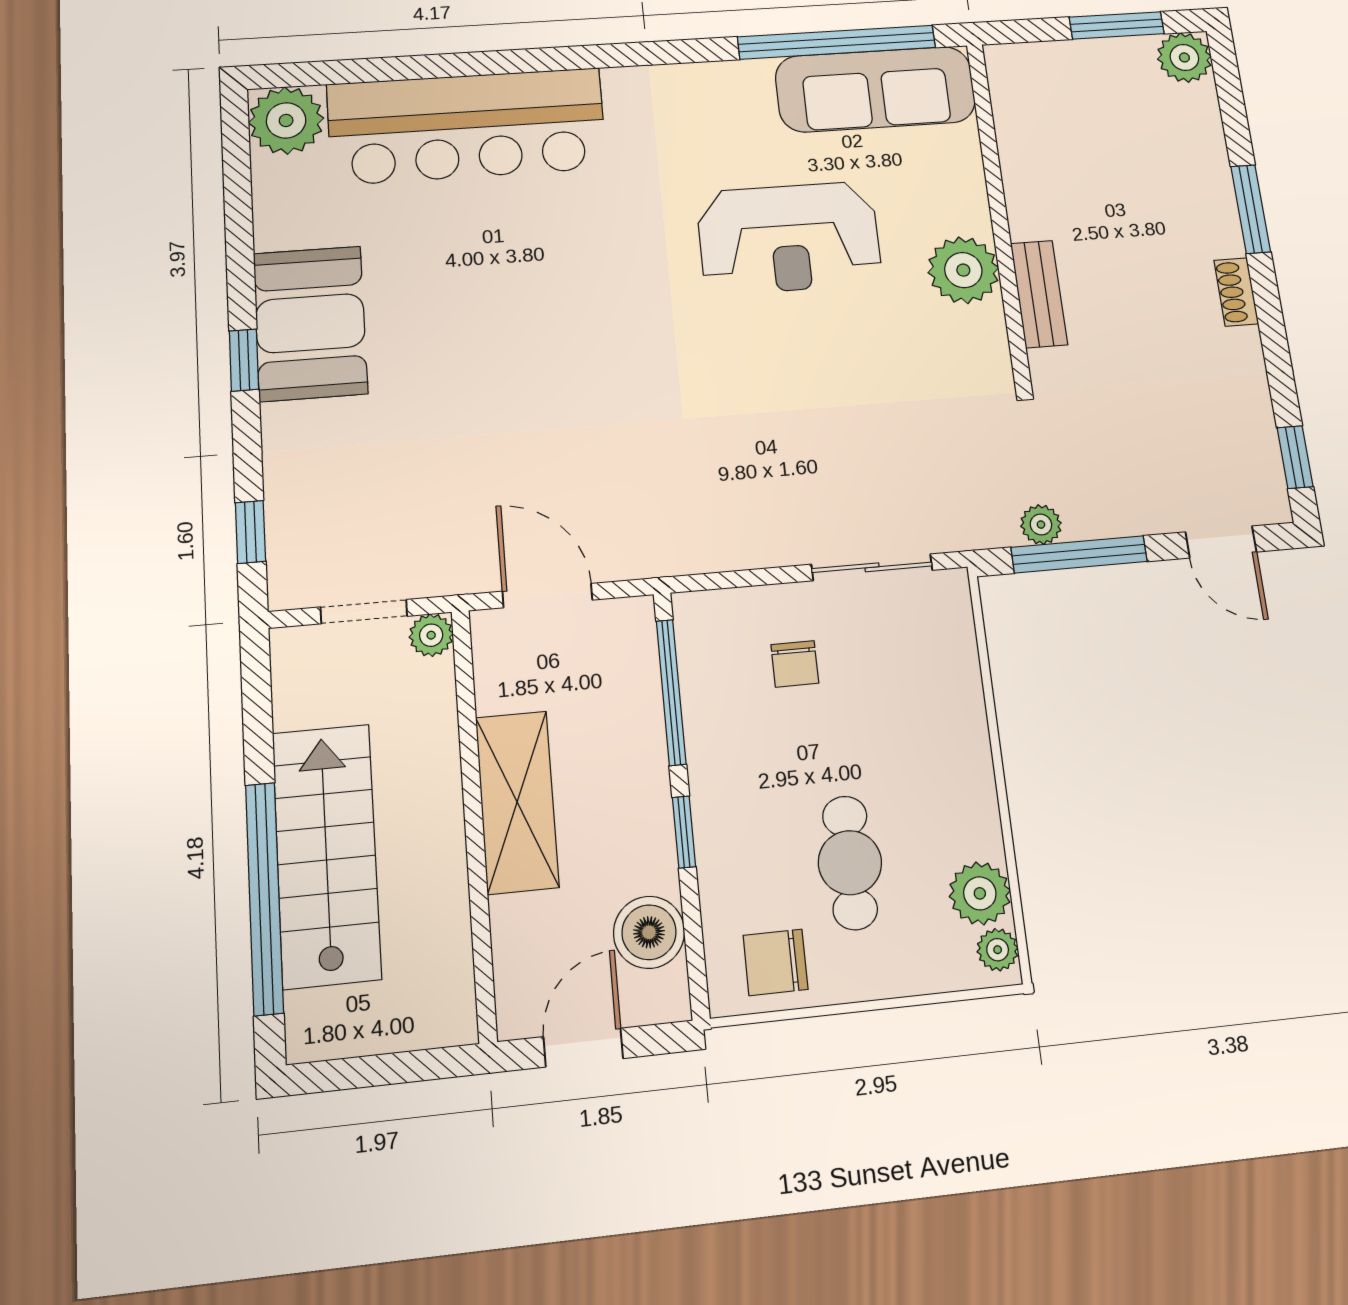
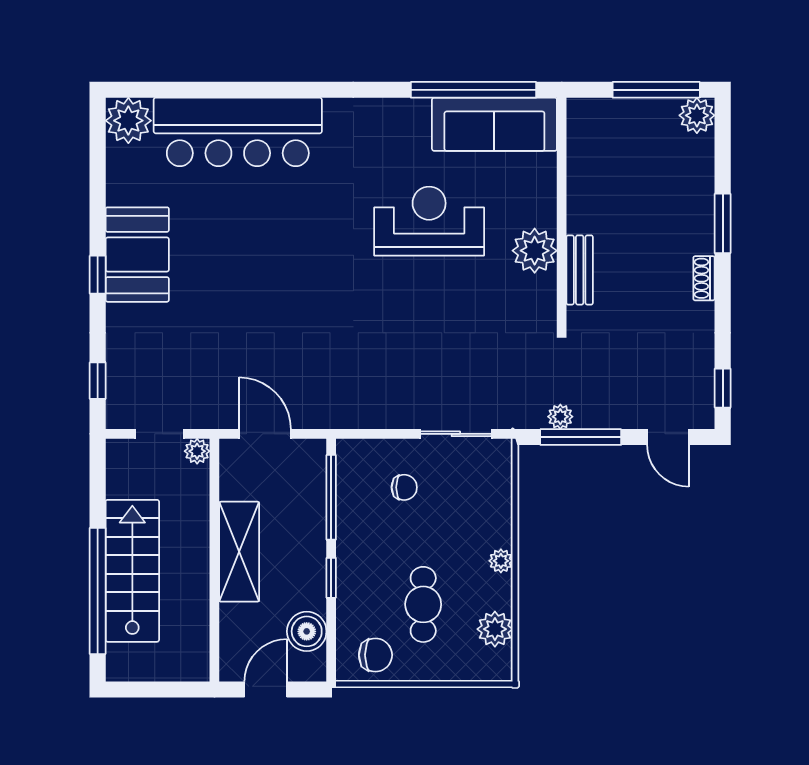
window: (1117, 25) -> (656, 90), width x1.44
reception desk: (789, 238) -> (429, 221), turned 180
chair: (795, 664) -> (404, 487), turned -90
plant: (998, 950) -> (501, 561), moved
chair: (776, 962) -> (375, 655), turned 180

